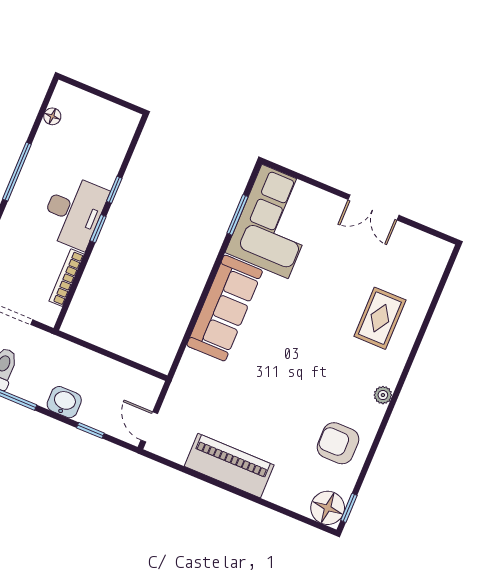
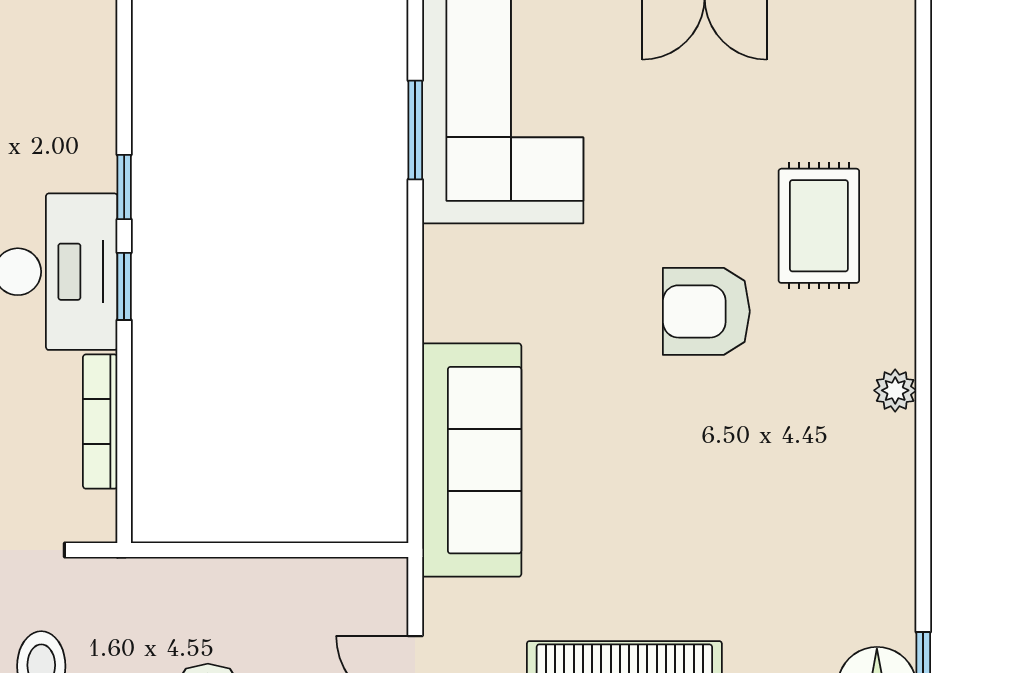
sofa: (225, 308) -> (472, 460), moved
armchair: (338, 443) -> (706, 311), moved

